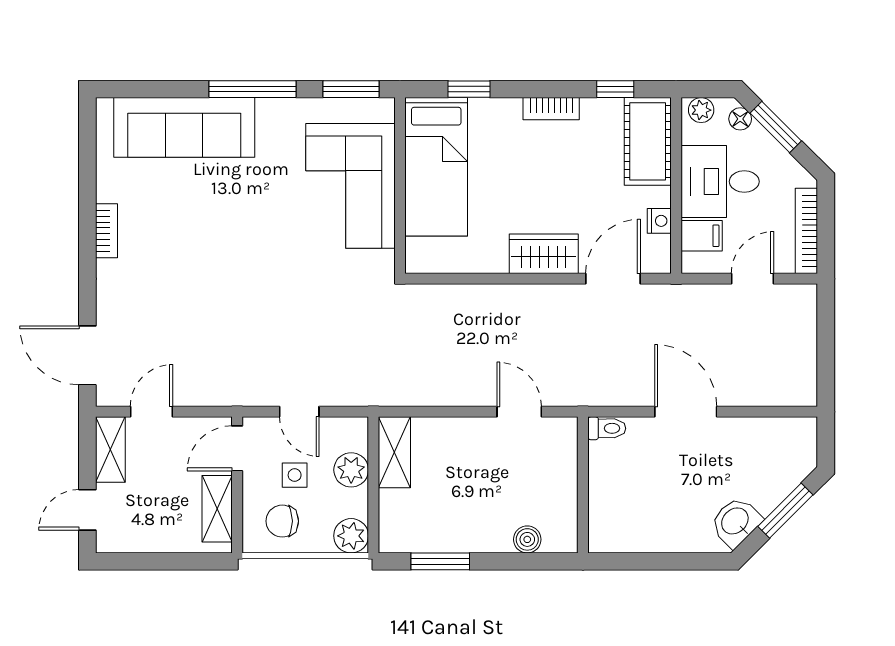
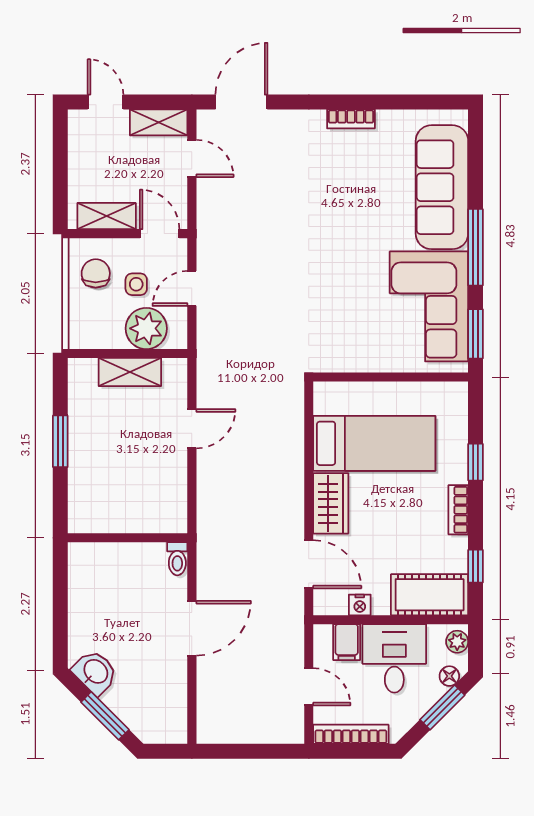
window: (469, 89) -> (476, 462), moved
bed: (436, 167) -> (374, 443), moved, turned 180
corner sofa: (350, 186) -> (429, 306), moved, turned -90
door: (519, 412) -> (192, 429), moved
shelving: (394, 452) -> (130, 372), moved
plant: (351, 470) -> (146, 328), width x1.36, depth x1.36
plant: (351, 536) -> (83, 334), removed
boiler: (527, 539) -> (80, 489), removed
window: (440, 561) -> (60, 441), moved

